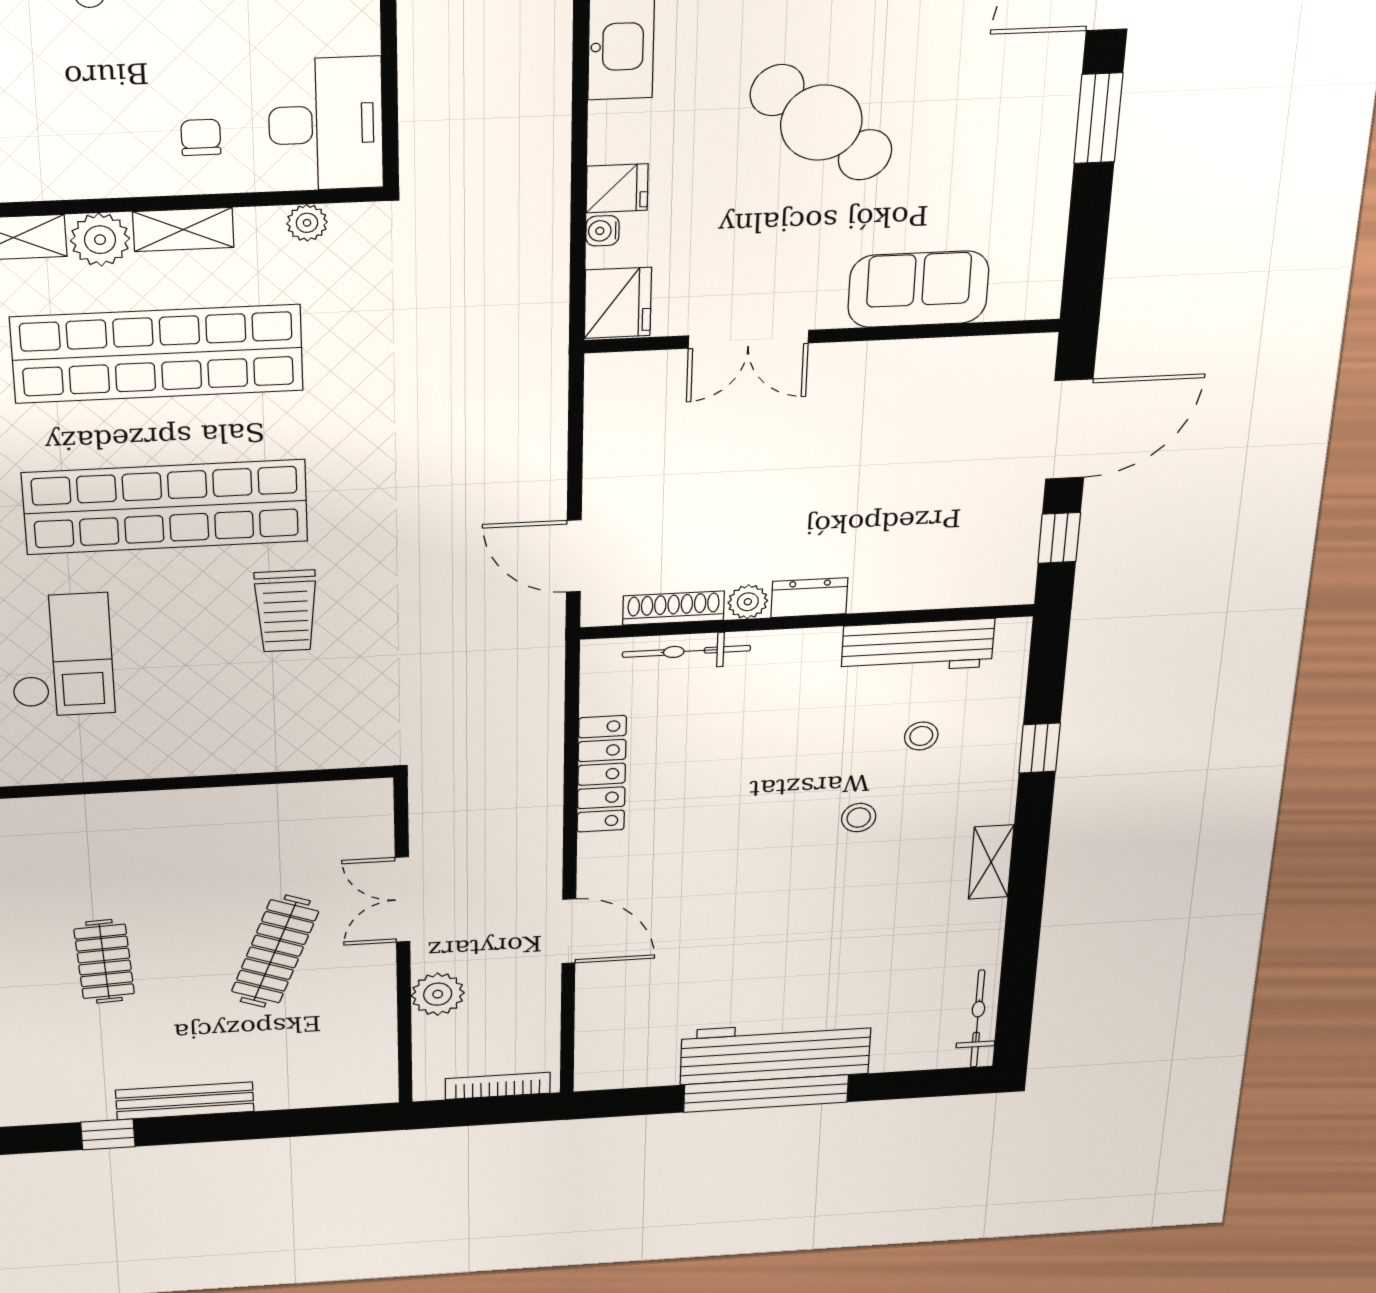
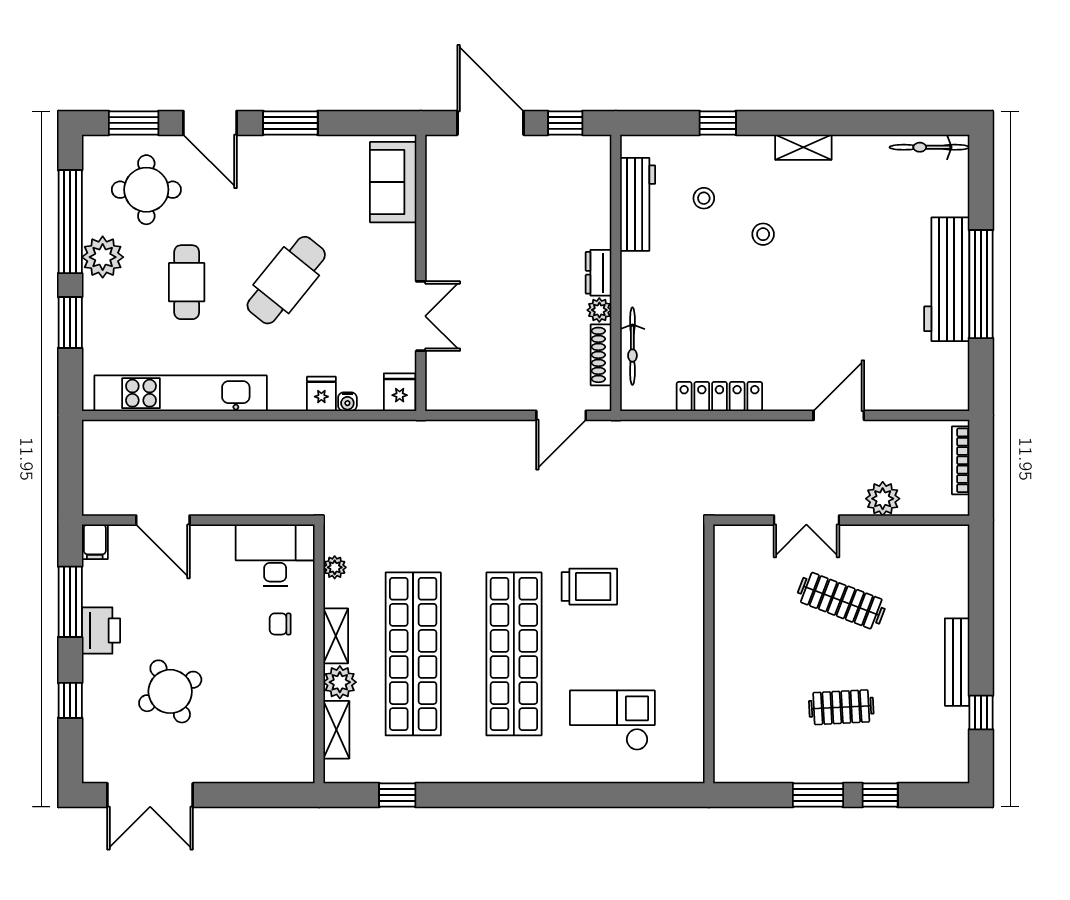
sofa: (918, 289) -> (393, 182), moved
fridge: (618, 303) -> (400, 392), width x0.72

